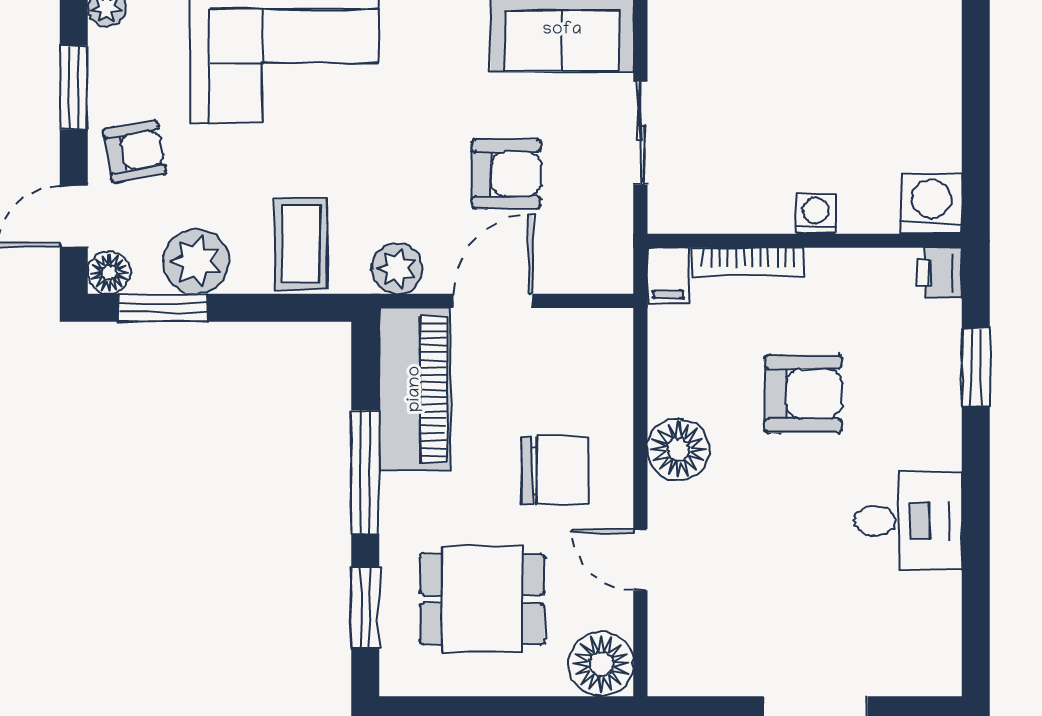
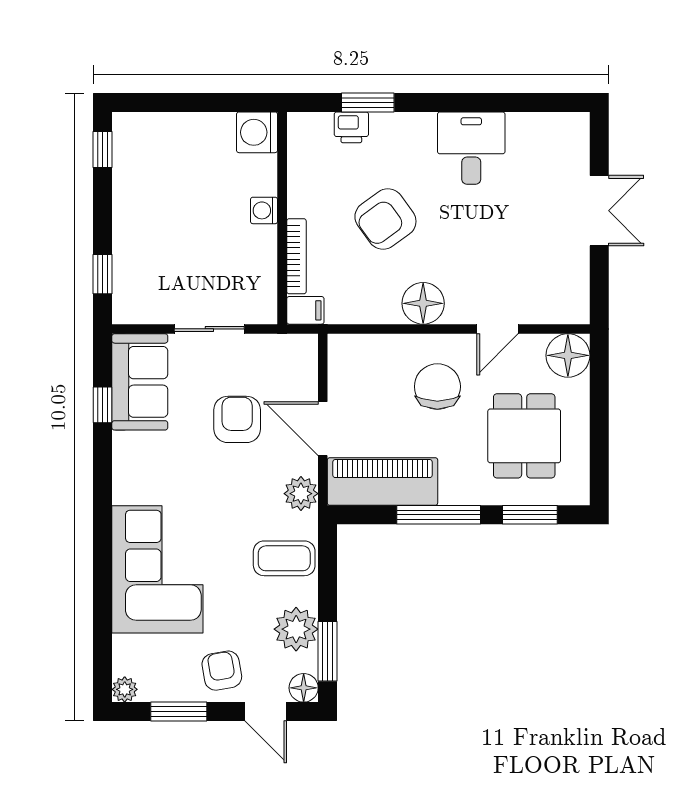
printer: (939, 273) -> (351, 127), moved
armchair: (803, 394) -> (385, 219), turned -126

